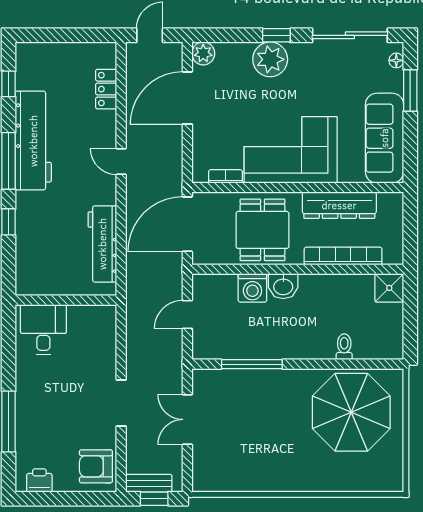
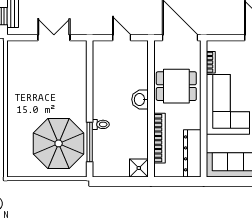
dresser: (339, 205) -> (192, 153), moved
washing machine: (252, 288) -> (139, 80), removed
toilet: (344, 347) -> (101, 124), moved
window: (252, 364) -> (90, 142), moved

